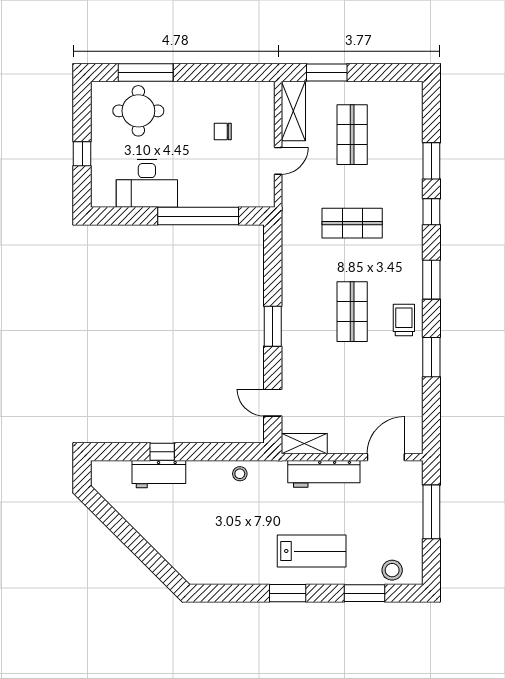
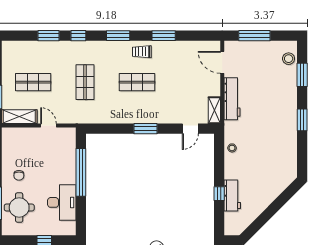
chair: (223, 132) -> (19, 175), moved
lab bench: (312, 551) -> (277, 106), removed

